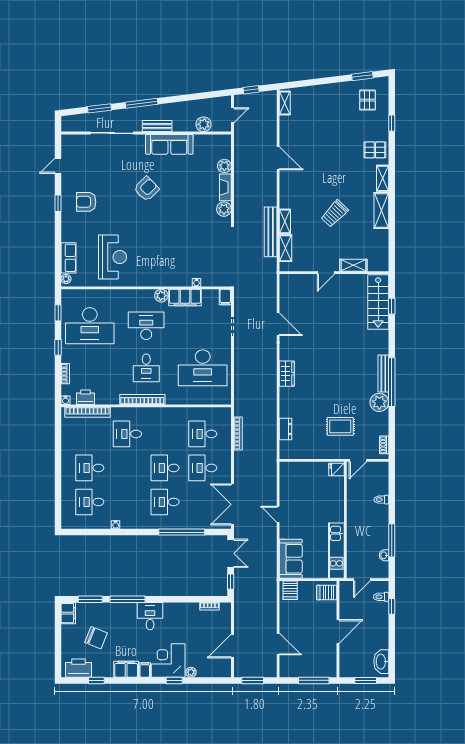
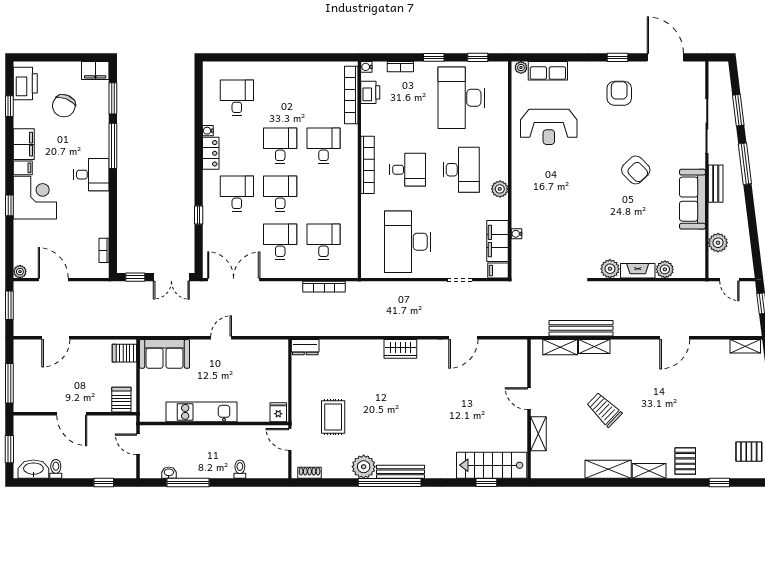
door: (58, 166) -> (665, 57), width x1.88
filing cabinet: (185, 297) -> (497, 241), moved
desk: (146, 368) -> (408, 170), turned 180
dresser: (285, 429) -> (305, 347), moved
desk: (90, 468) -> (280, 146), moved
locker: (133, 522) -> (211, 153), added
window: (182, 532) -> (199, 215), width x0.32
kitchen unit: (336, 551) -> (201, 412), moved
toilet: (381, 597) -> (56, 469), moved
plant: (191, 672) -> (20, 272), moved

